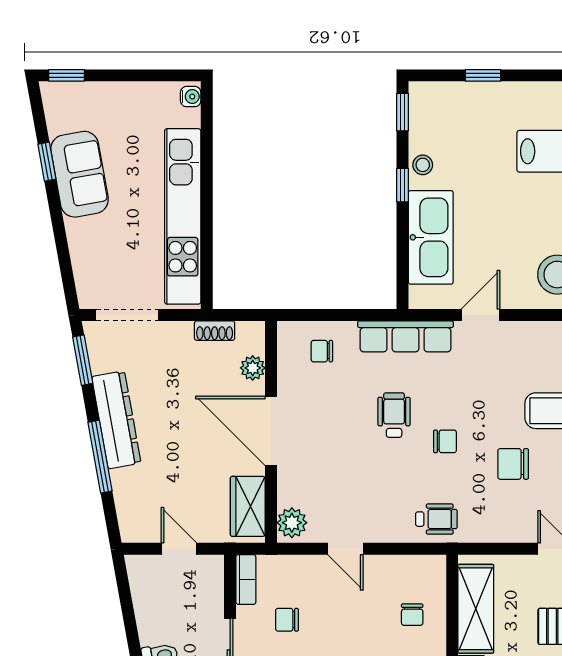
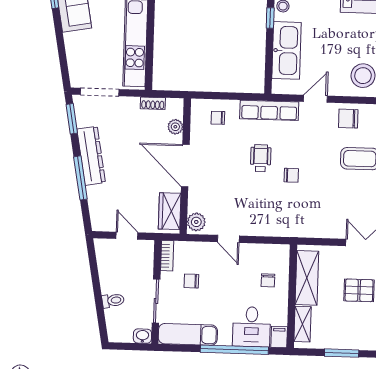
chair: (513, 464) -> (348, 119), moved
wheelchair: (436, 519) -> (285, 222), removed

